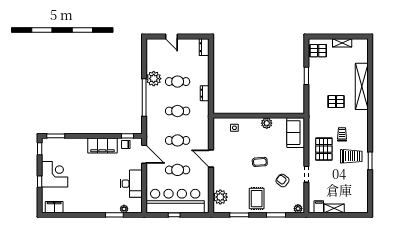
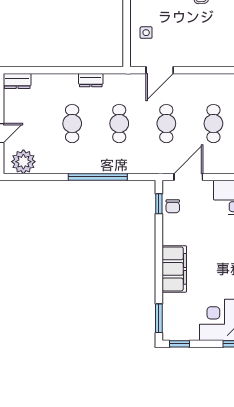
plant: (154, 79) -> (23, 162), moved
filing cabinet: (102, 145) -> (174, 269), moved
door: (211, 159) -> (160, 70), moved

